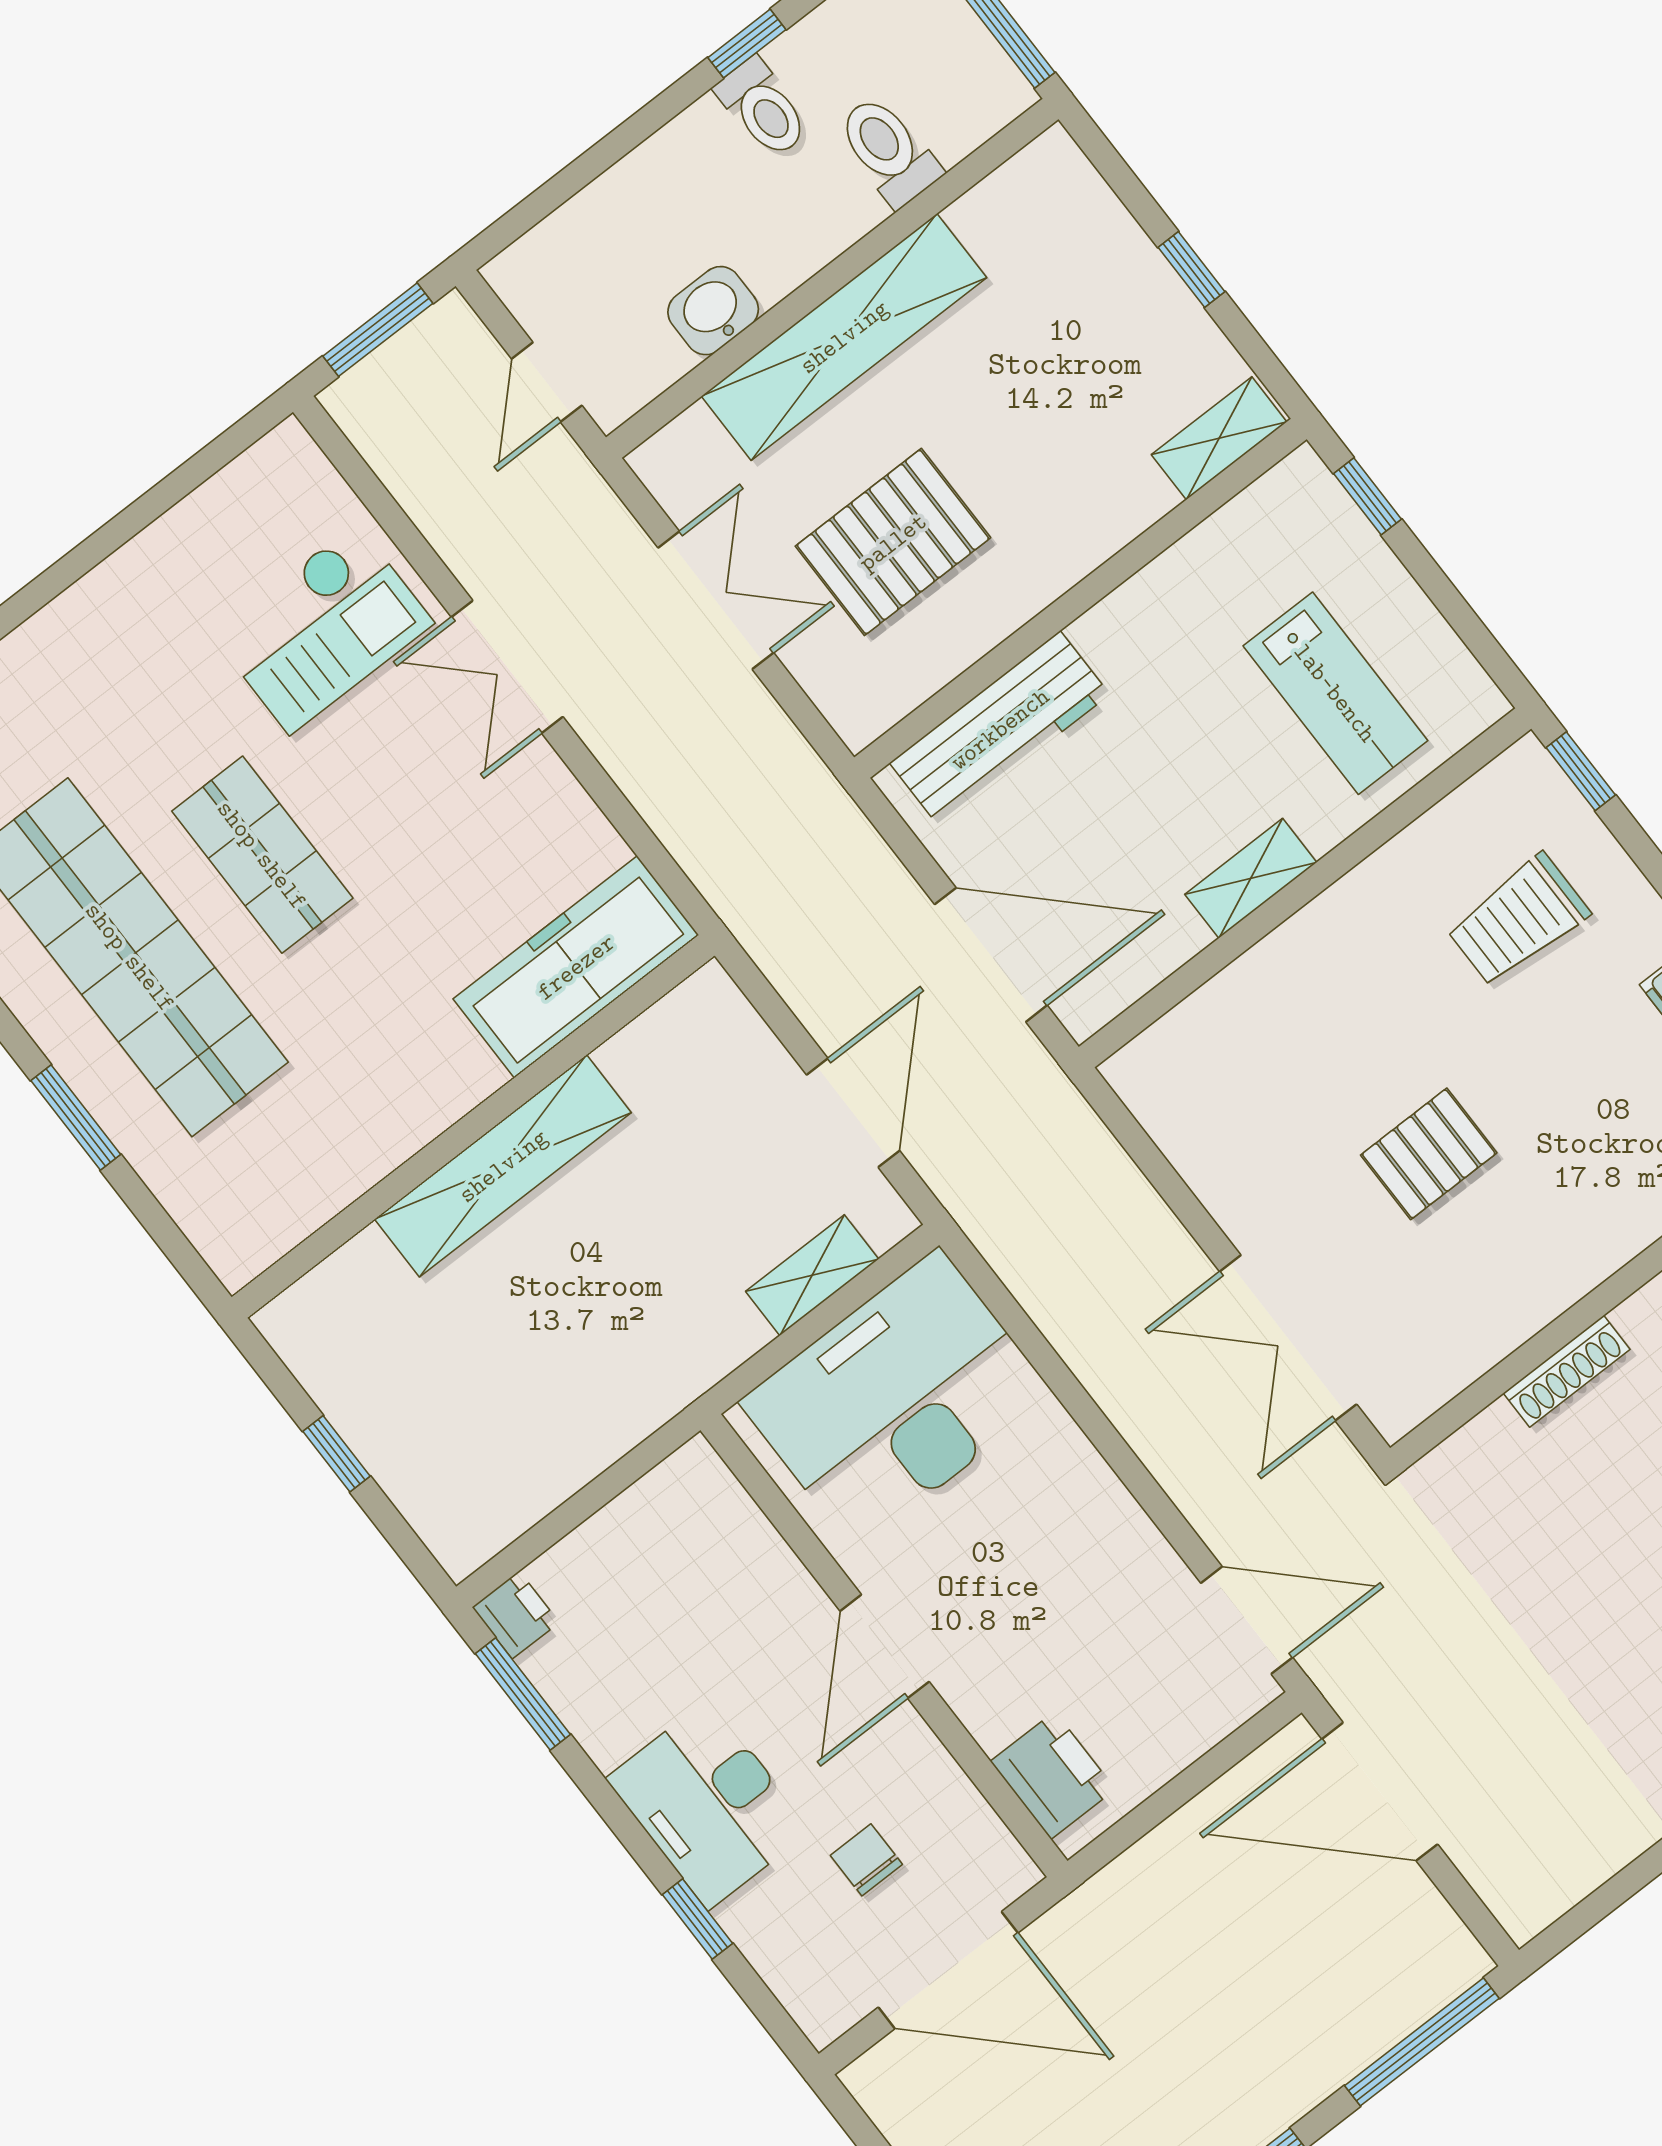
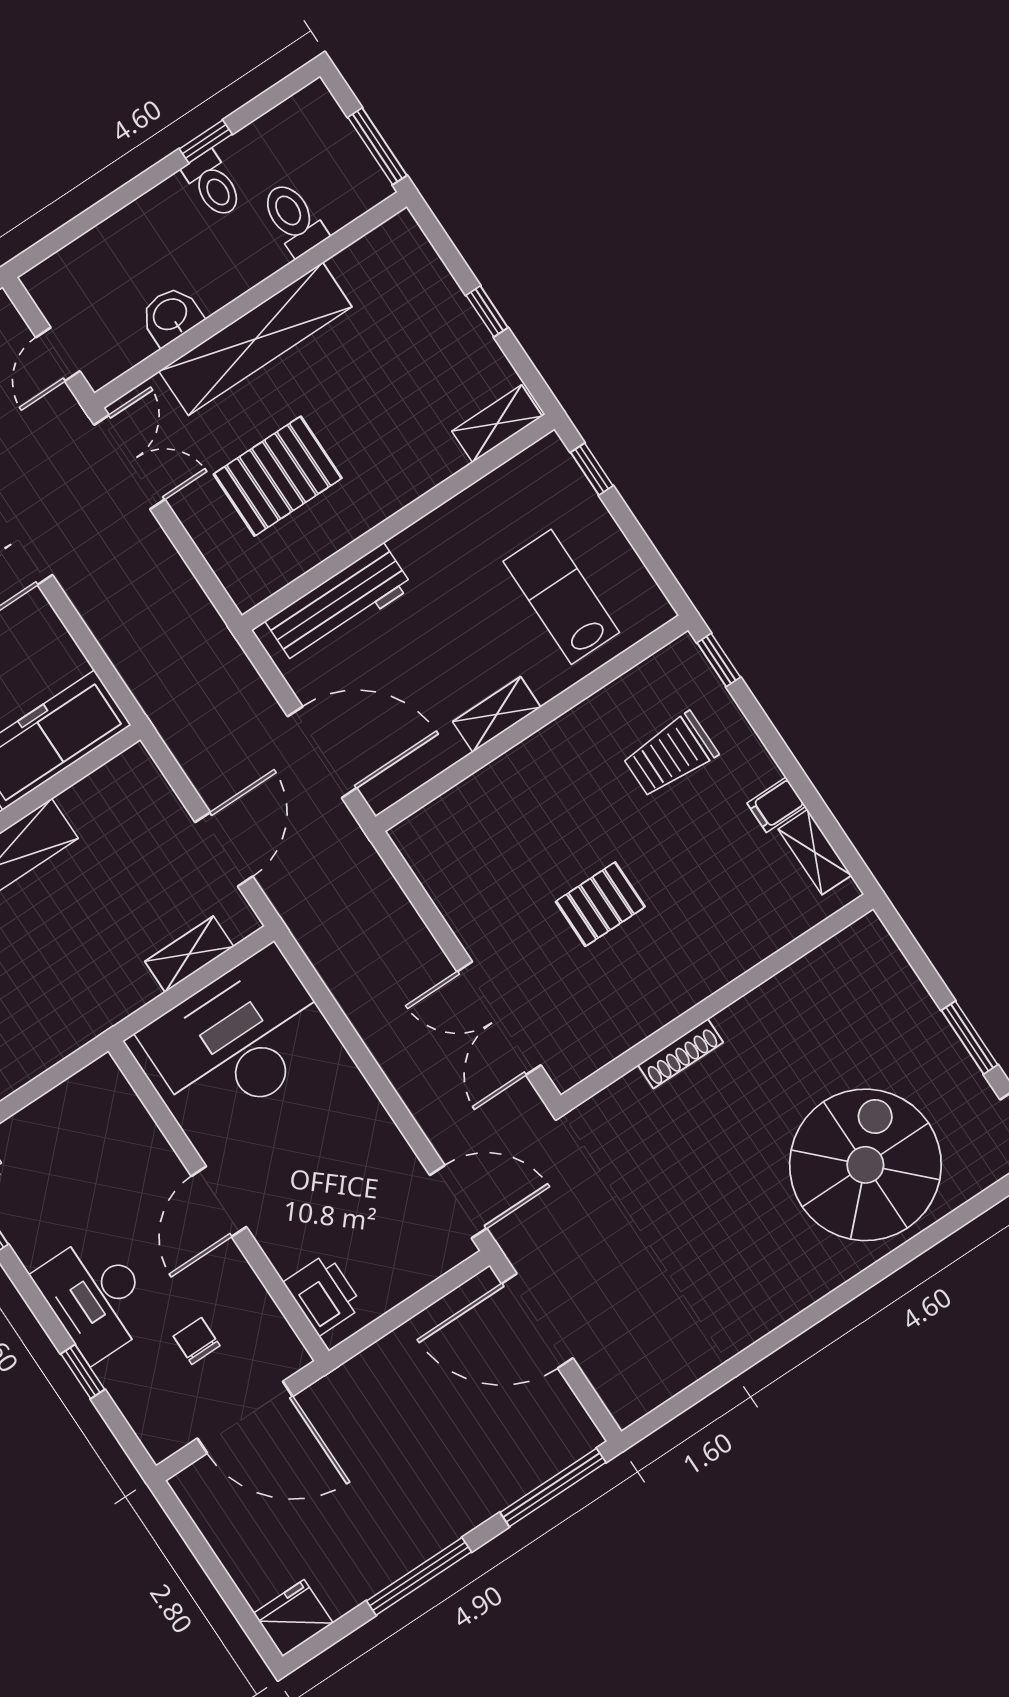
double door: (716, 600) -> (129, 462), moved
lab bench: (1335, 693) -> (561, 597), turned 180

